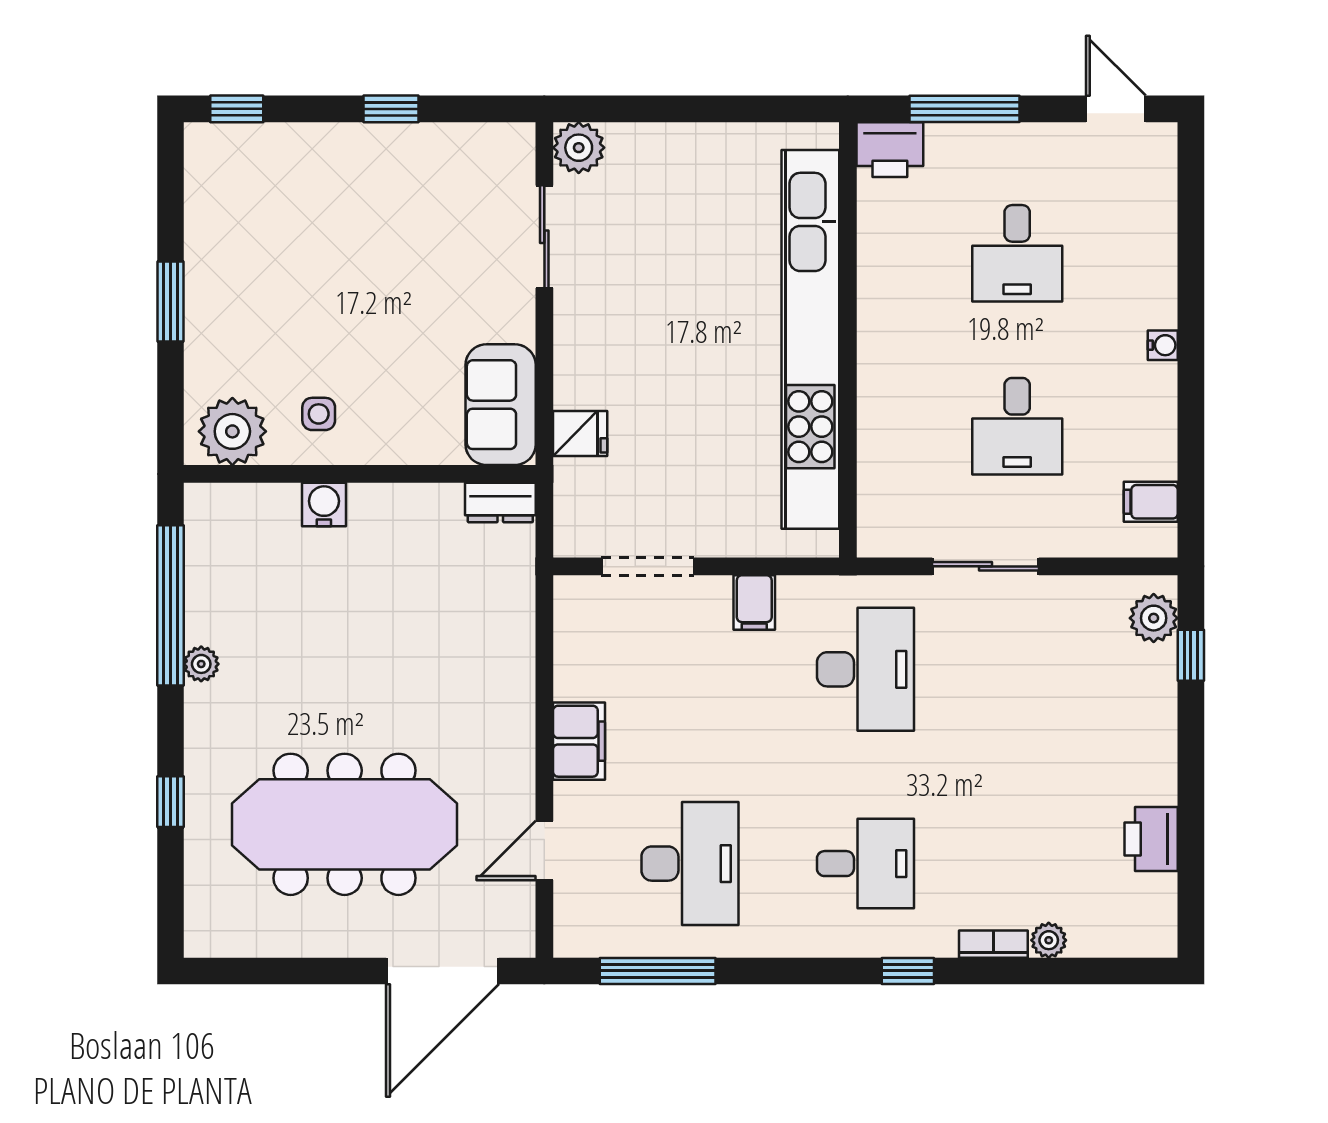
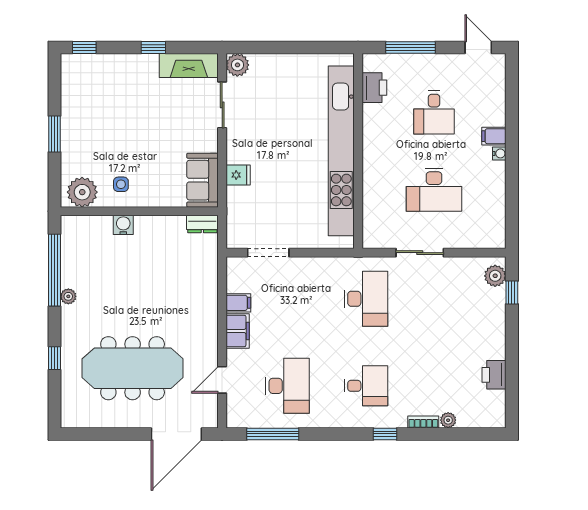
fireplace: (470, 149) -> (189, 66), added
printer: (890, 150) -> (374, 88), moved, turned -90
desk: (1017, 426) -> (434, 190), width x1.37
fridge: (580, 434) -> (238, 175), moved
filing cabinet: (1151, 502) -> (494, 136), moved
filing cabinet: (754, 603) -> (238, 303), moved, turned -90

